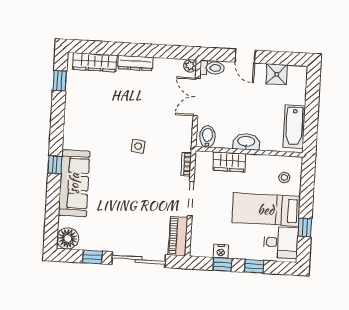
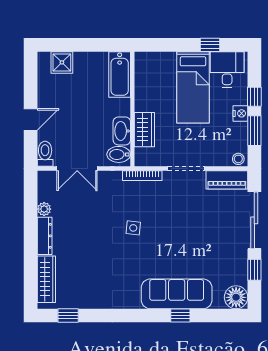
plant: (190, 66) -> (44, 209), moved
shower: (277, 74) -> (62, 62), moved
bathtub: (294, 127) -> (120, 74), moved, turned 90
washbasin: (246, 142) -> (122, 131), moved
bookcase: (186, 164) -> (142, 176), width x1.56
window: (55, 165) -> (180, 316), moved
stool: (284, 178) -> (238, 159), moved
nightstand: (221, 251) -> (240, 113), moved
window: (222, 264) -> (254, 131), width x1.50

